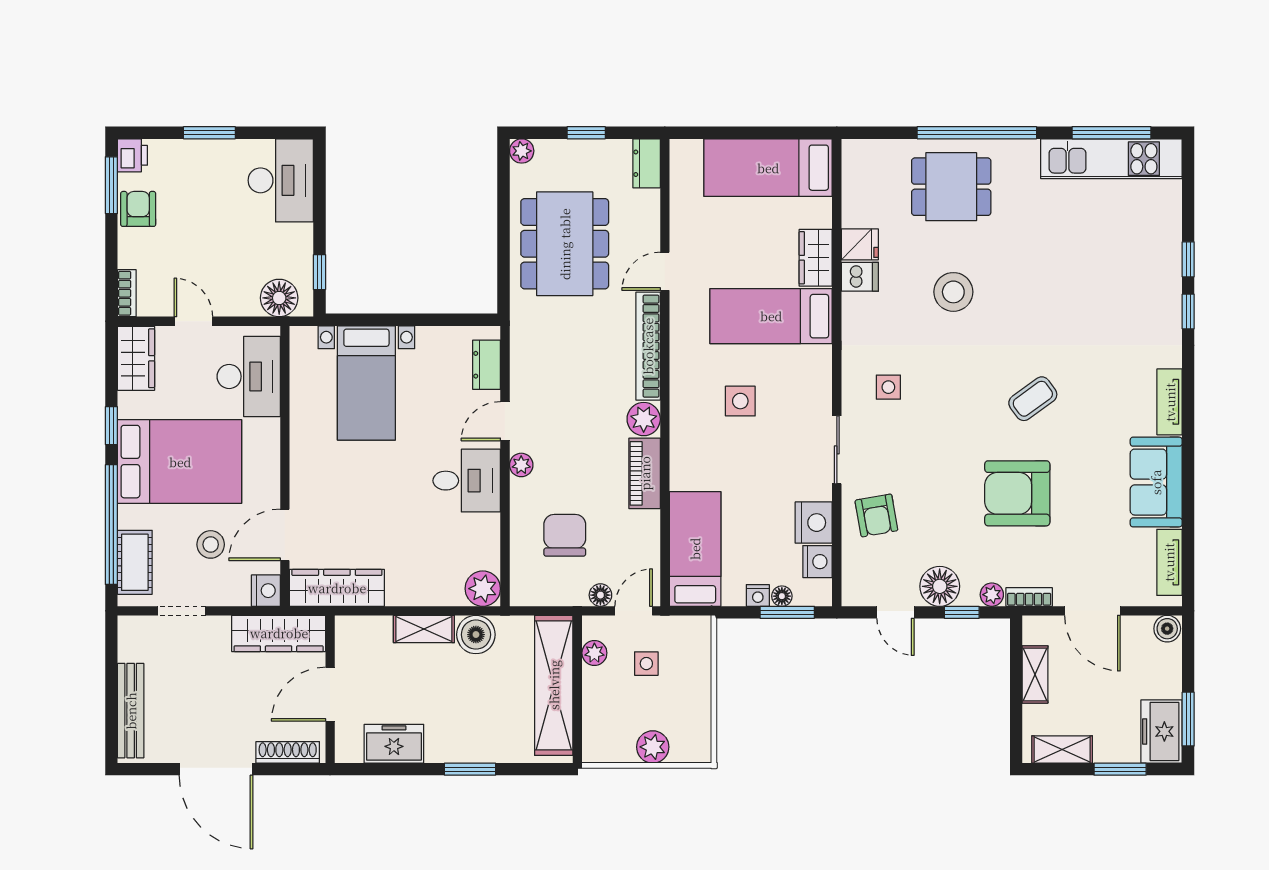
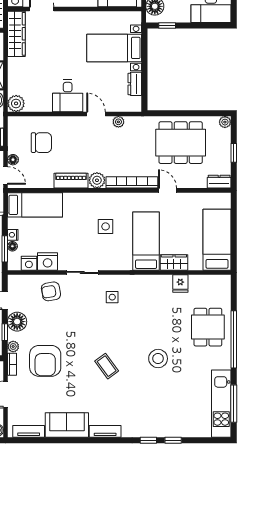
dishwasher: (860, 277) -> (165, 283), removed
stool: (953, 292) -> (158, 359), moved
dresser: (487, 365) -> (135, 84), moved, turned -90
plant: (521, 465) -> (118, 122), moved
armchair: (1017, 493) -> (45, 361), moved, turned 180

